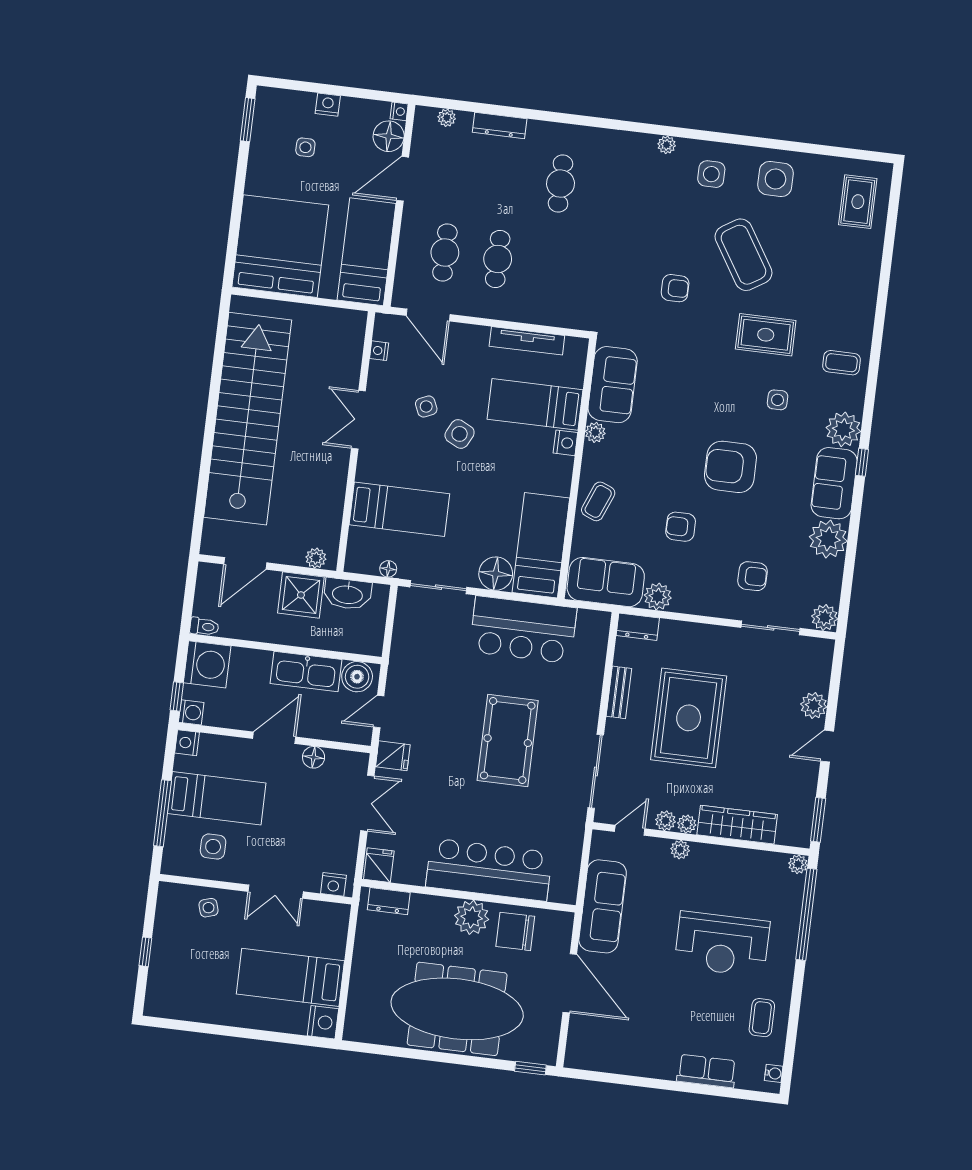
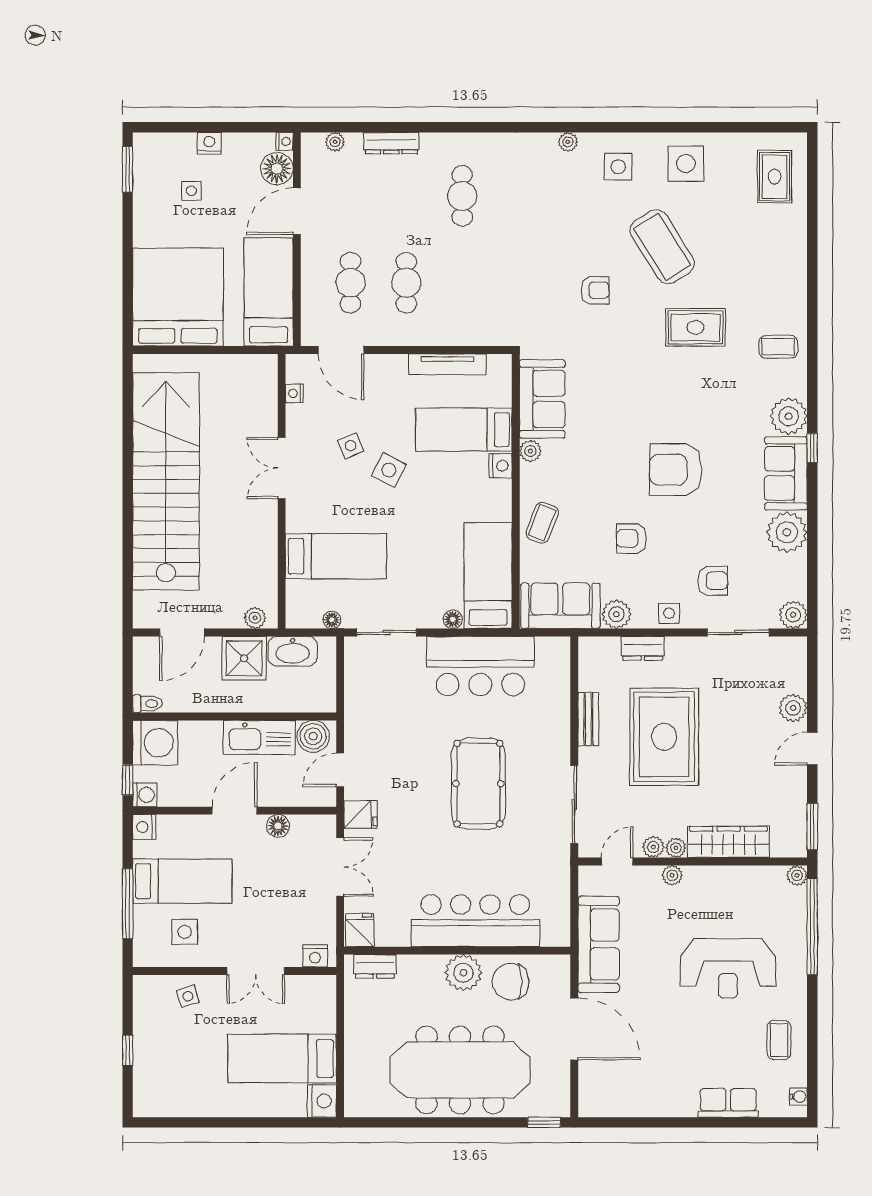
side table: (778, 400) -> (669, 613), moved
floor lamp: (496, 574) -> (453, 619), width x0.53, depth x0.53
dresser: (638, 627) -> (643, 648), moved

